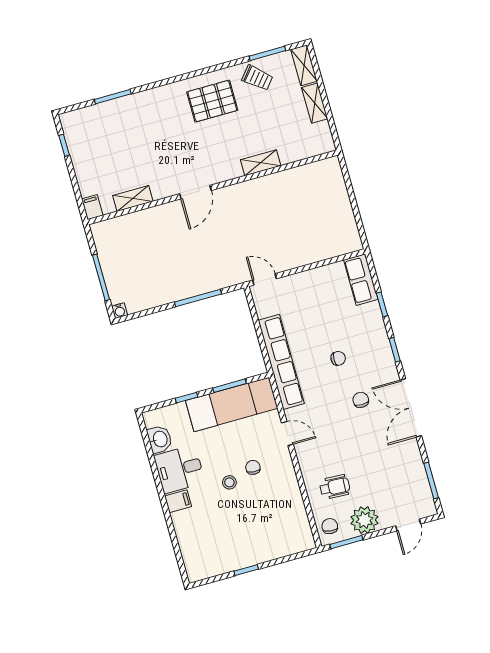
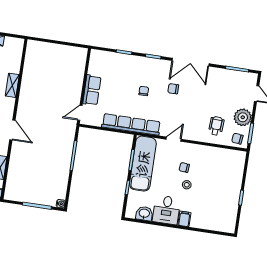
row of seats: (361, 280) -> (92, 90), moved, turned -90

